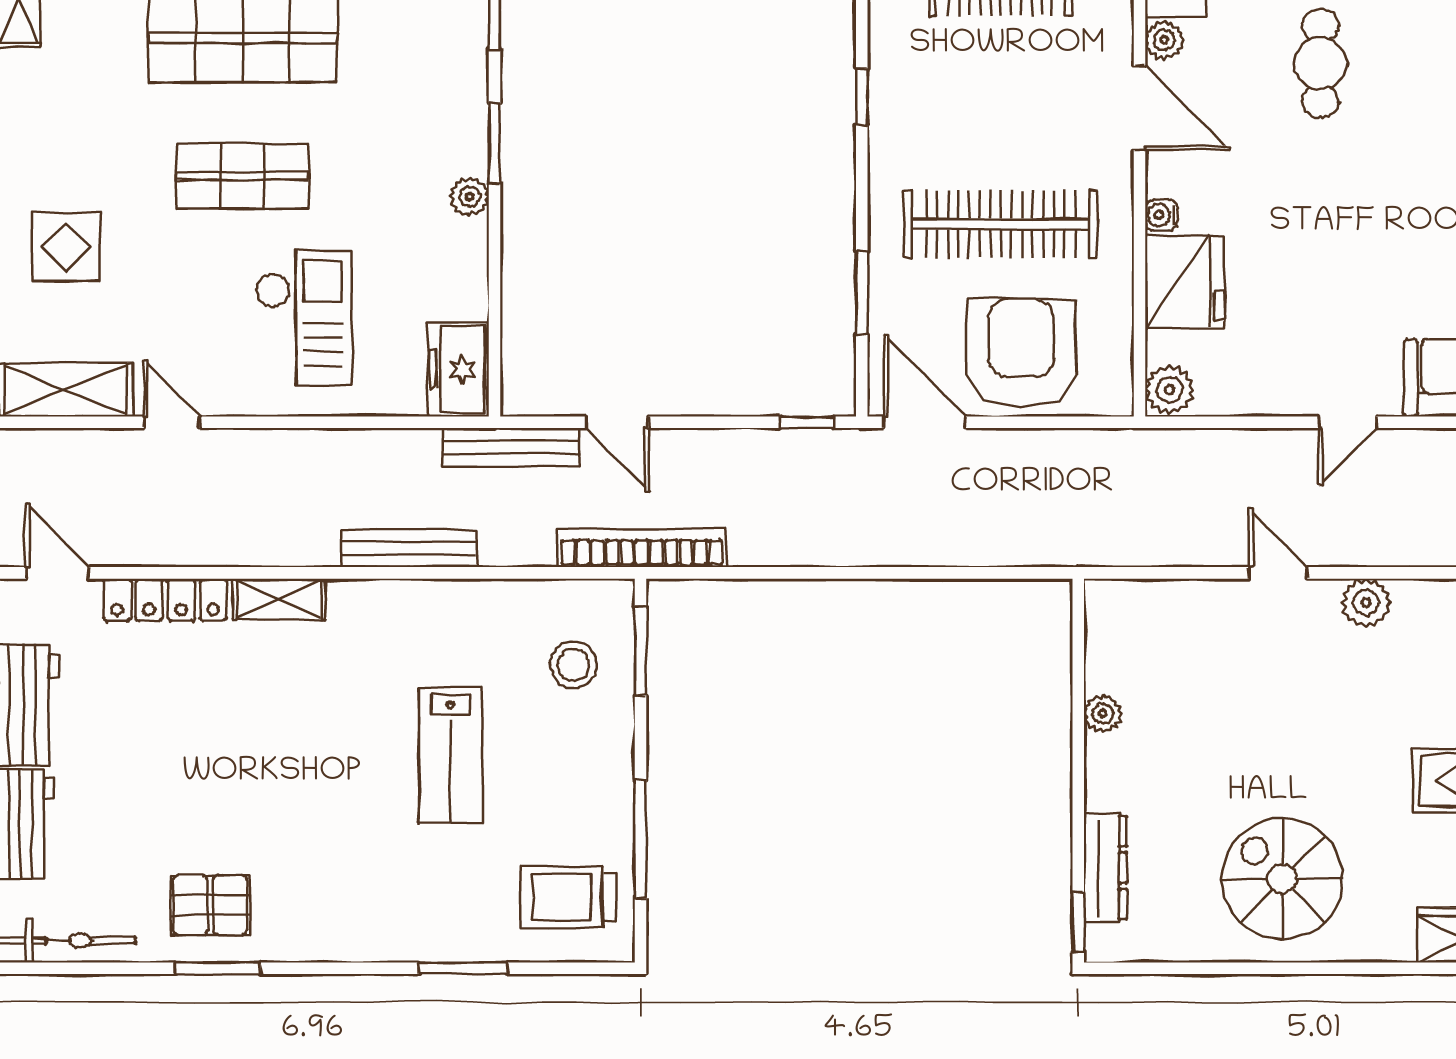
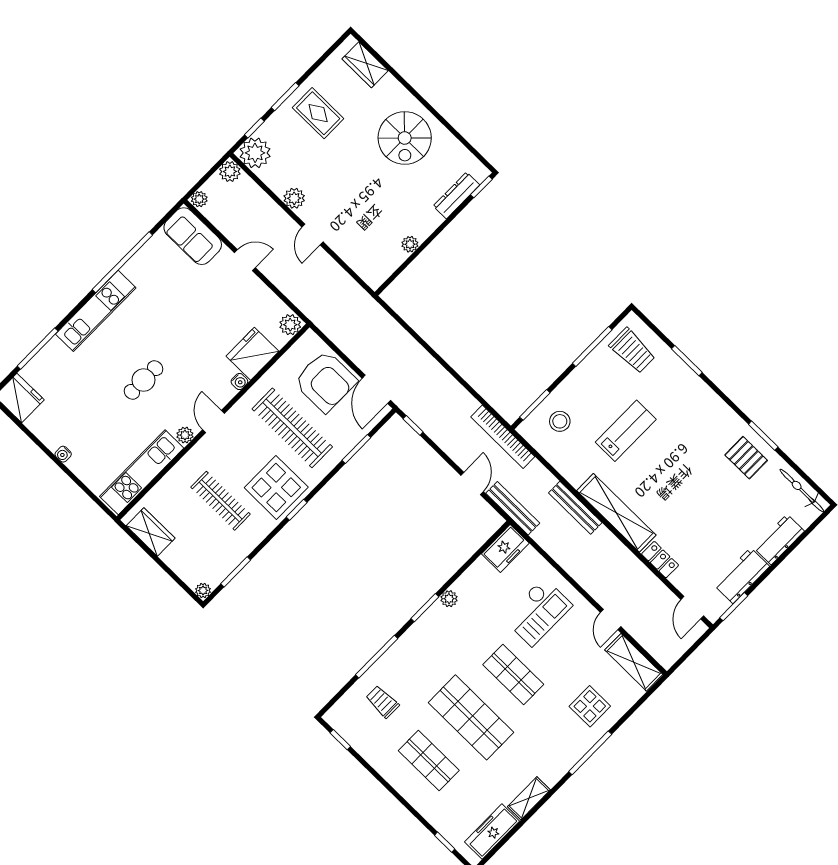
display table: (931, 101) -> (276, 487), added
door: (1139, 108) -> (213, 422), width x0.73
checkout: (303, 318) -> (538, 612), turned 180
armchair: (1021, 353) -> (325, 381), turned -90
shelving: (279, 599) -> (616, 513), width x2.20, depth x1.33
locker: (165, 600) -> (660, 560), width x0.66

